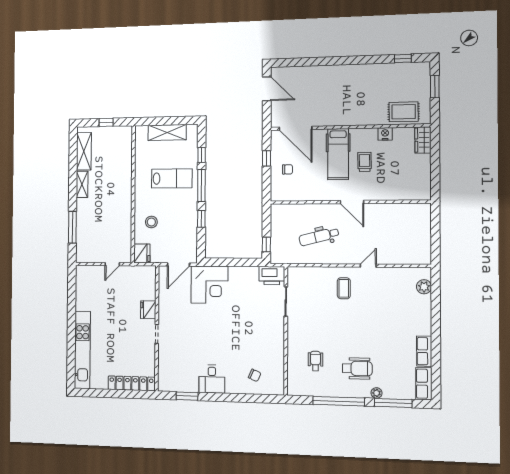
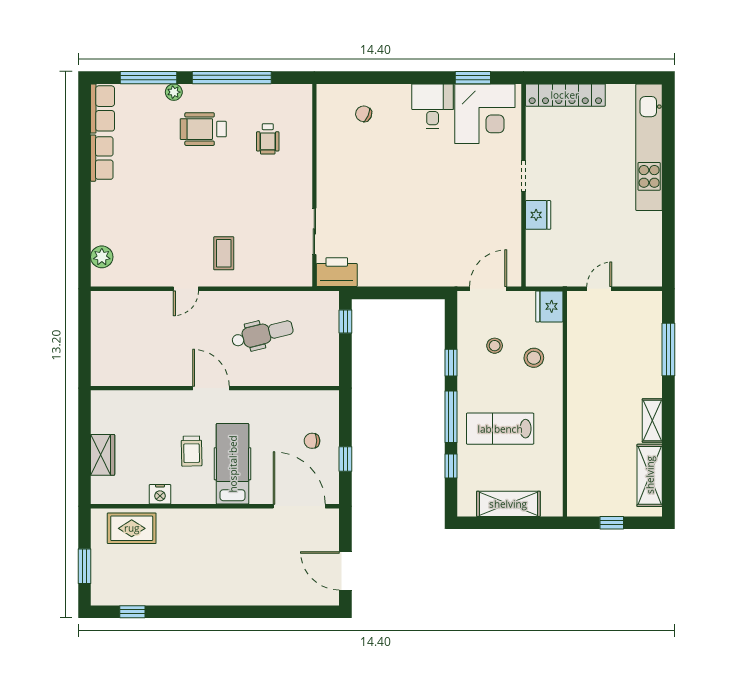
wardrobe: (423, 140) -> (103, 455), moved
stool: (175, 229) -> (495, 346), added
corner desk: (209, 285) -> (485, 114), moved, turned 180

